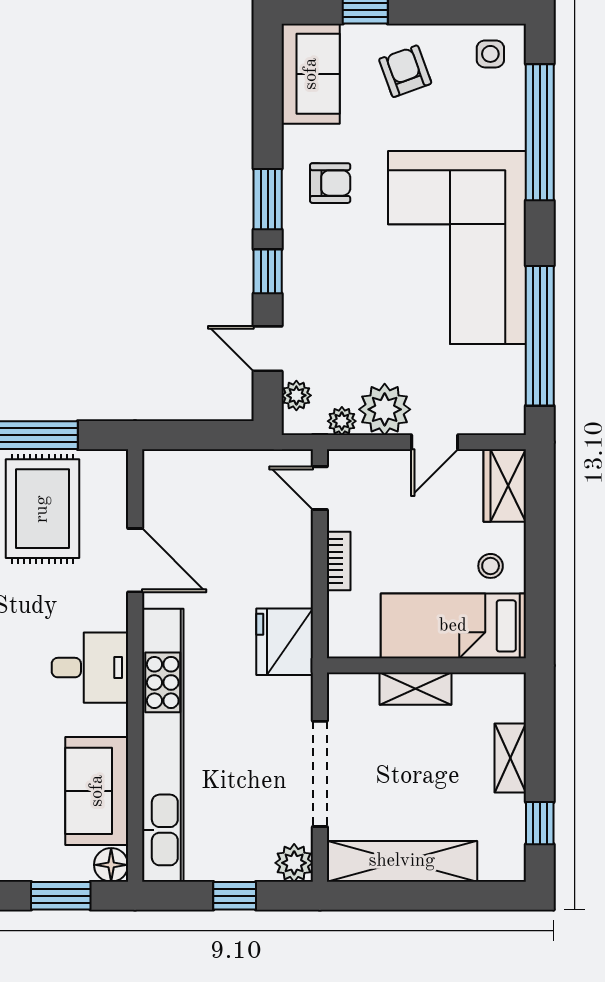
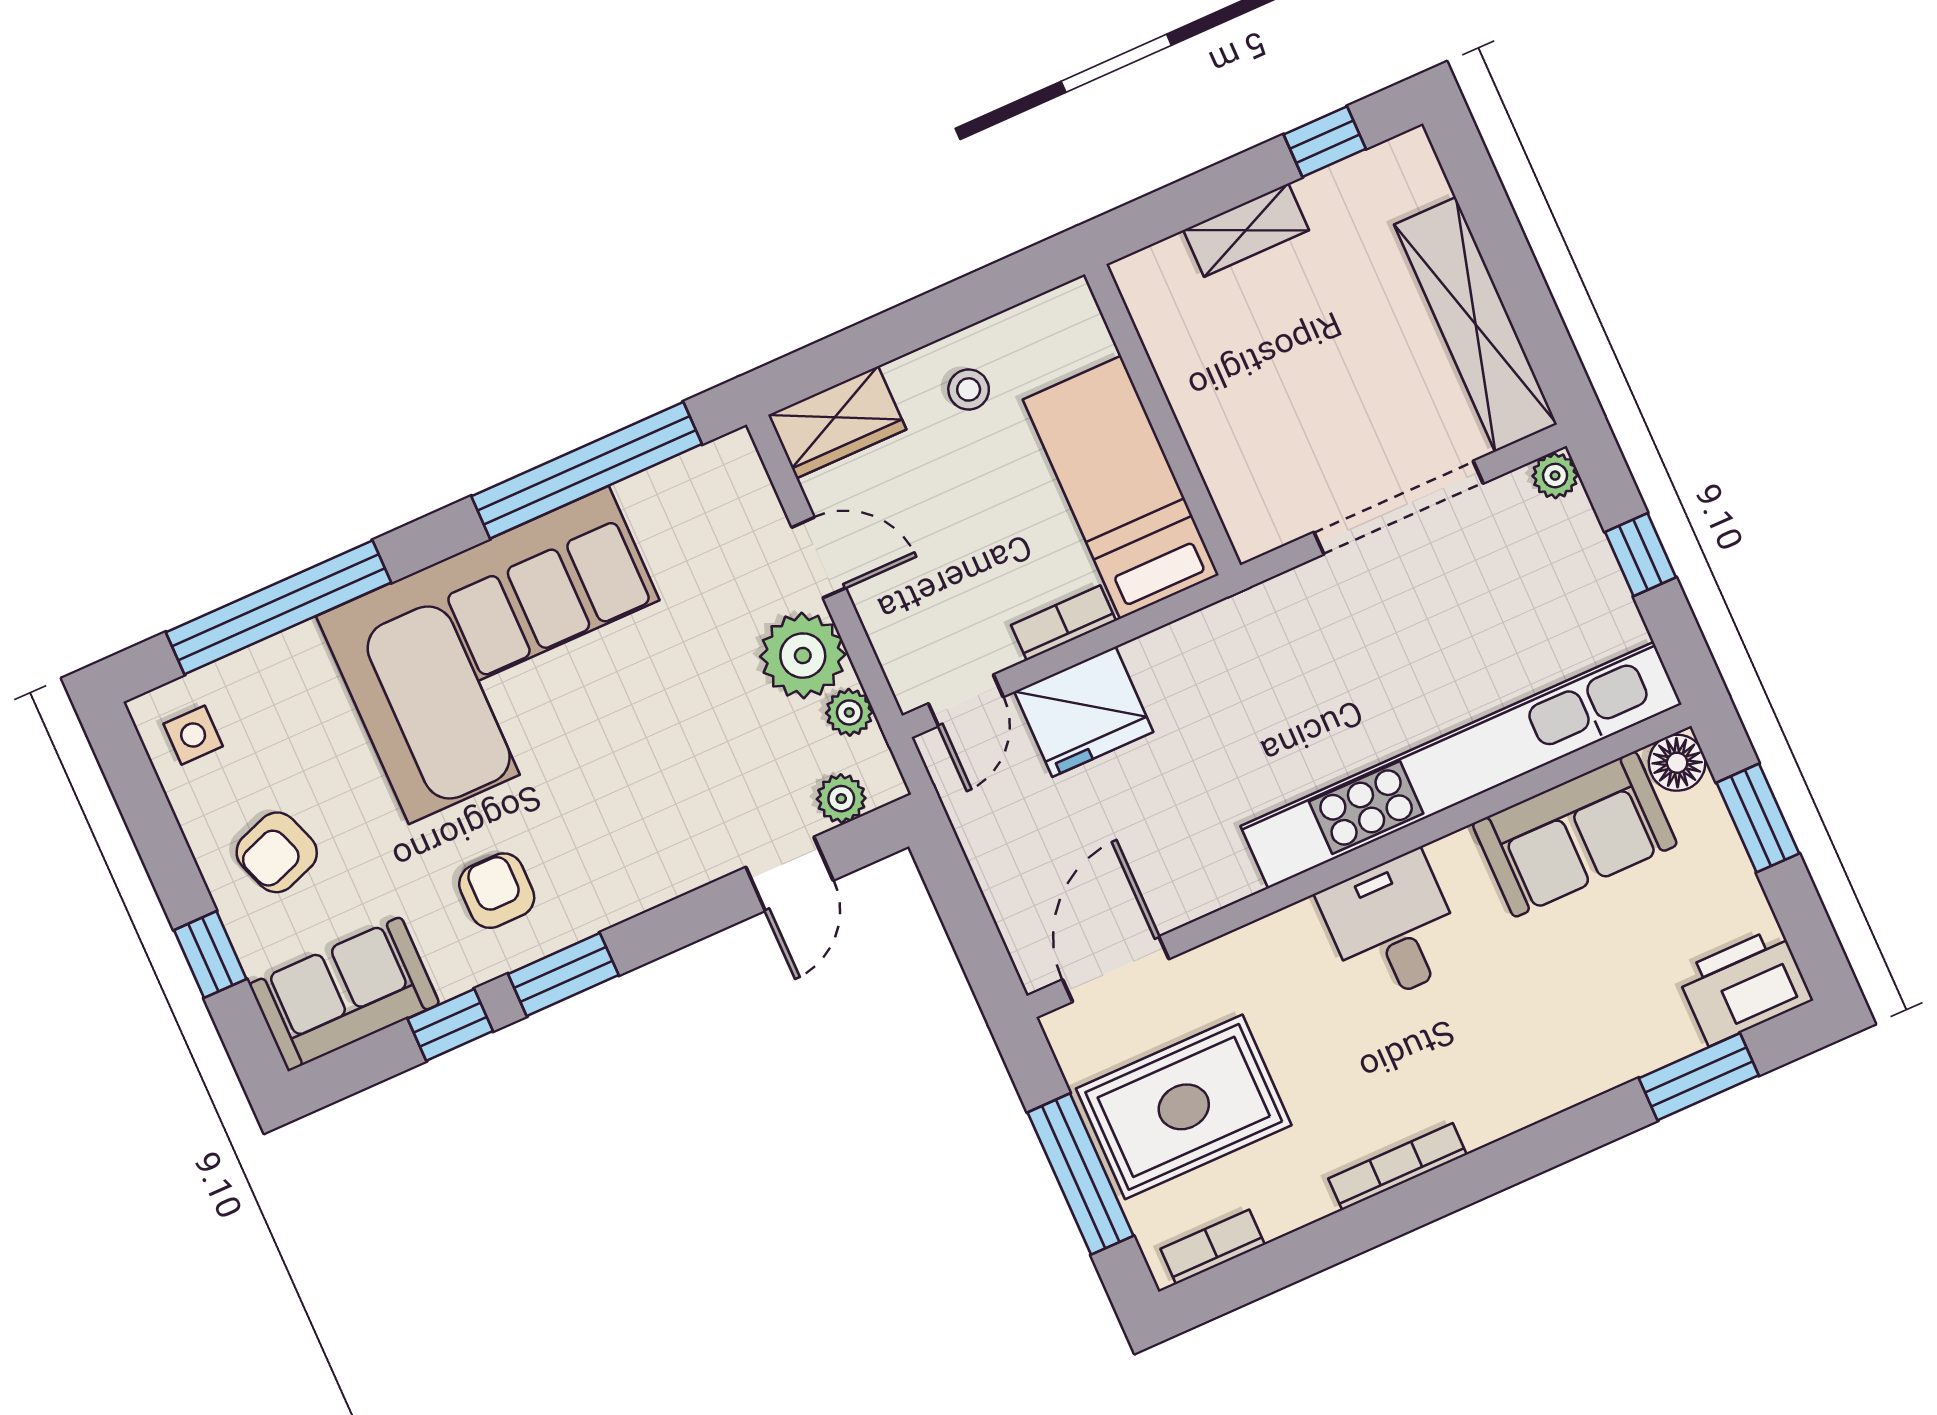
window: (268, 271) -> (450, 1025), moved
door: (135, 560) -> (1116, 969), moved
bed: (453, 626) -> (1121, 487), moved, turned 180
fridge: (285, 642) -> (1084, 712), moved
shelving: (416, 689) -> (1205, 420), removed
plant: (294, 863) -> (1555, 476), width x0.73, depth x0.73

